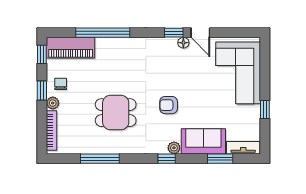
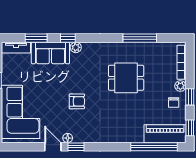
window: (103, 33) -> (154, 147), moved
armchair: (169, 105) -> (77, 101), moved
window: (167, 159) -> (68, 38), moved

